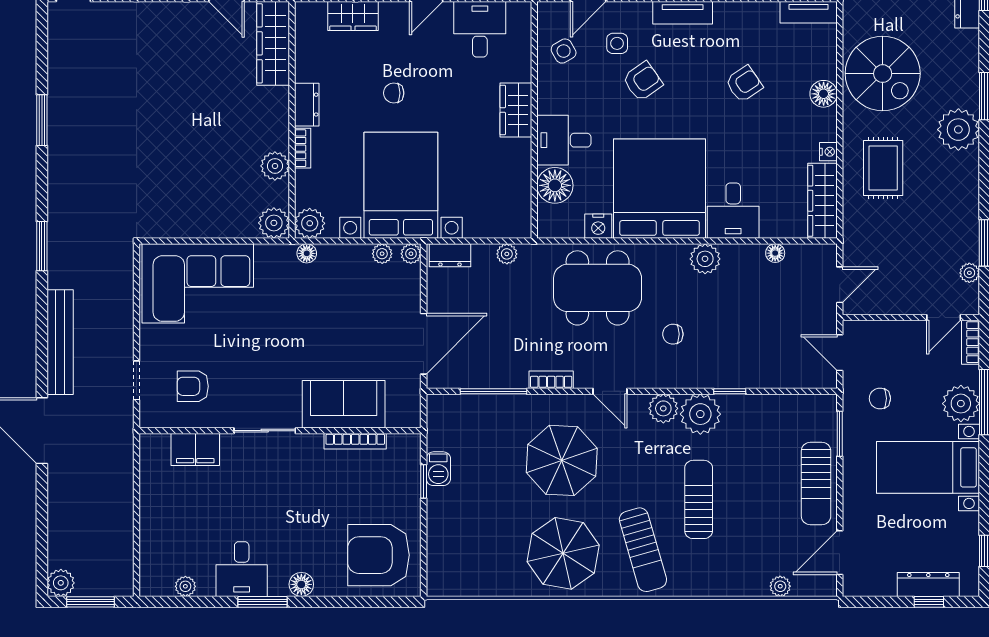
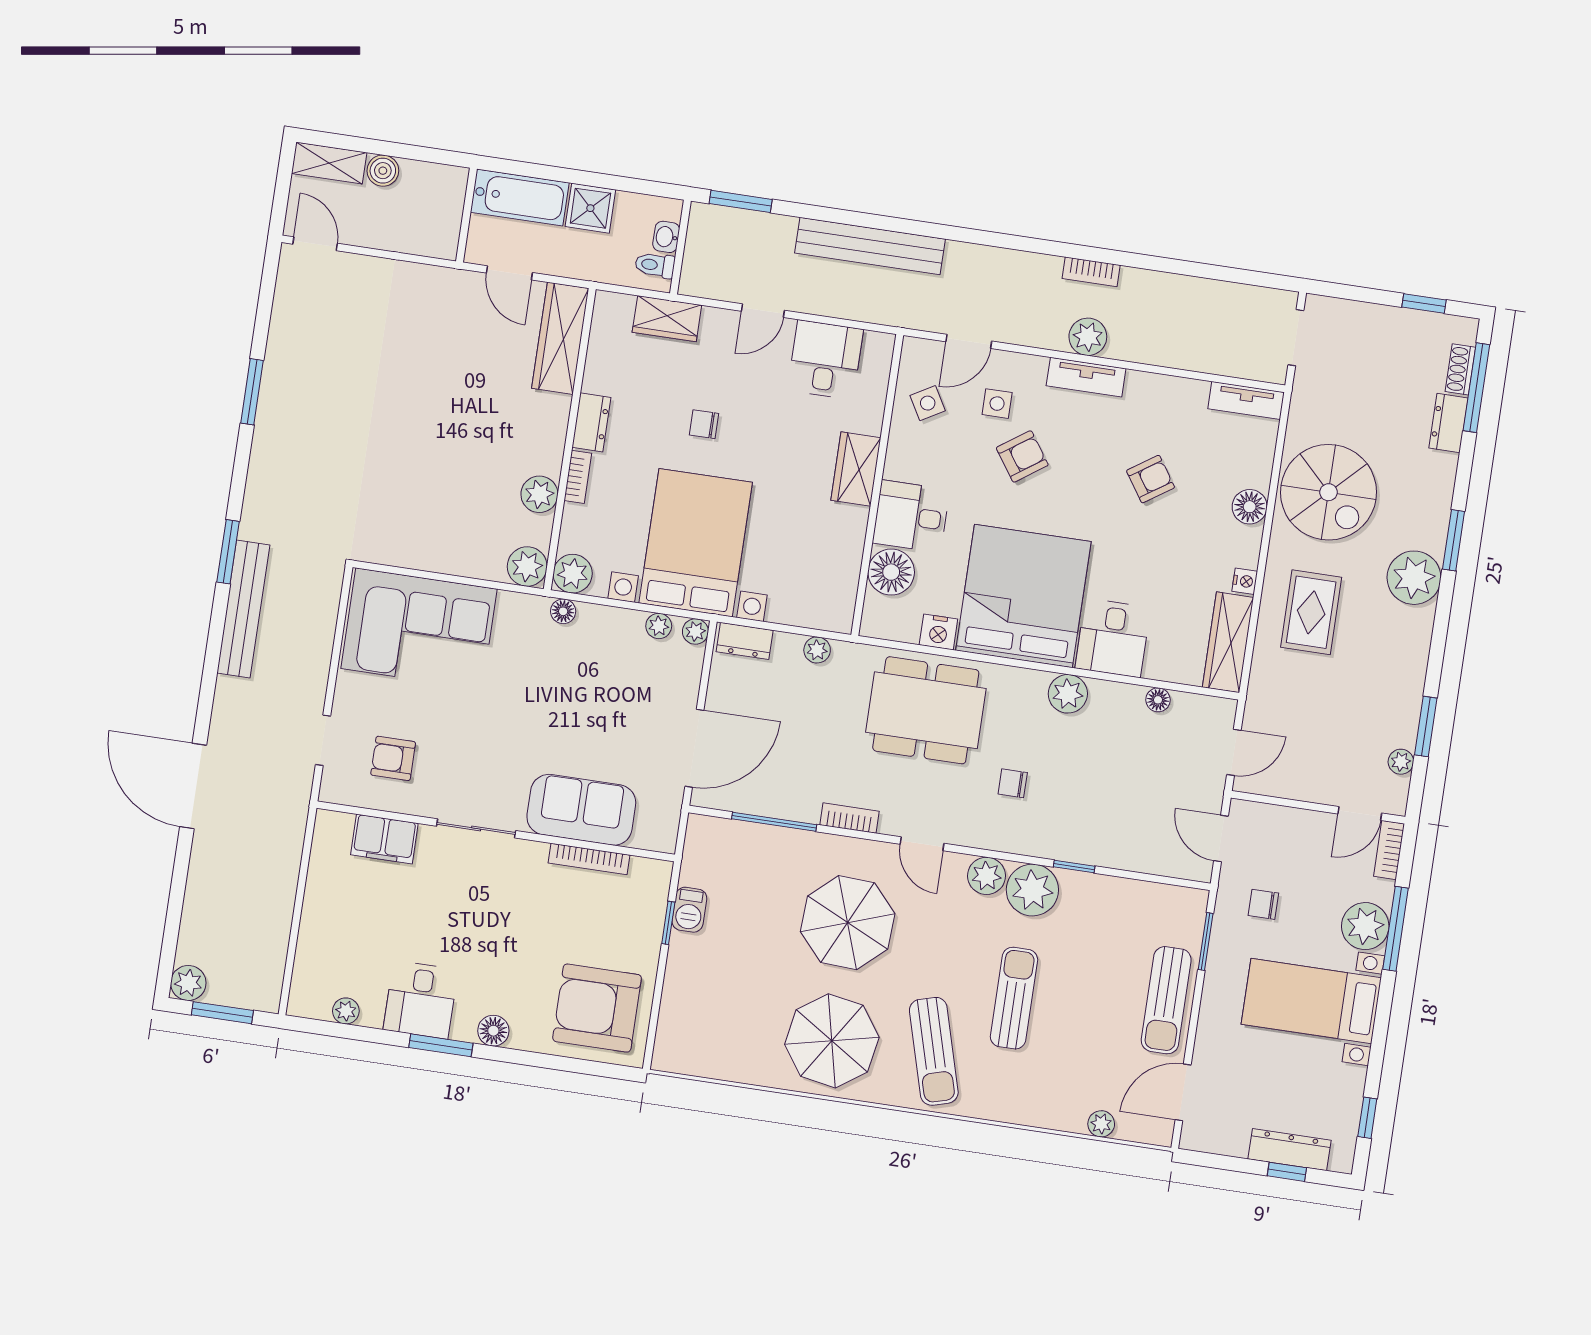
bench: (60, 342) -> (243, 609), moved

